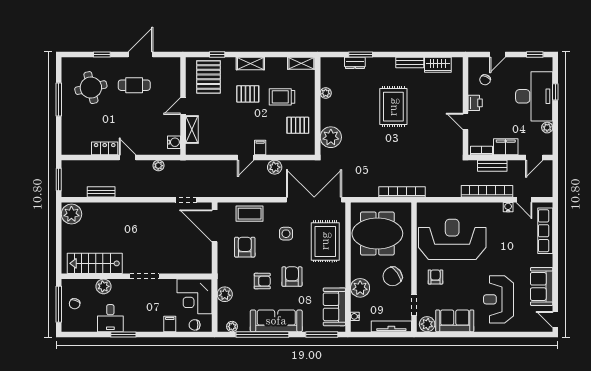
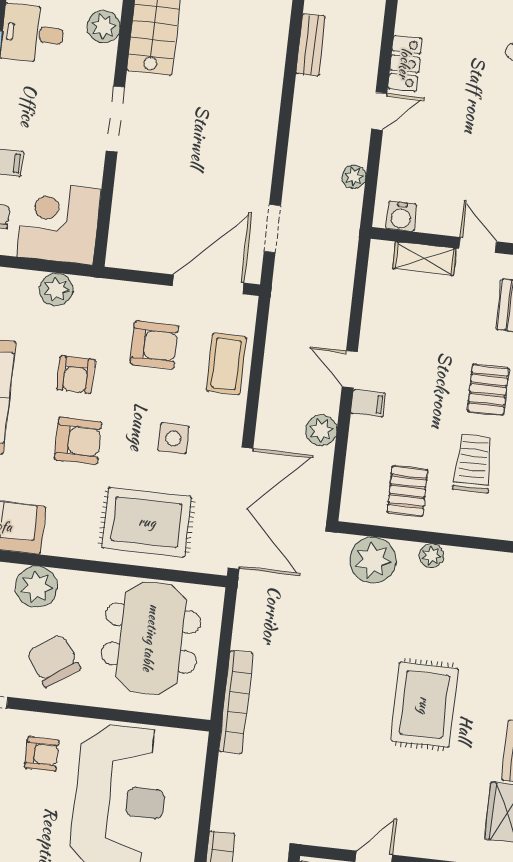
plant: (326, 93) -> (431, 556), moved
rug: (393, 107) -> (424, 705), turned 90

